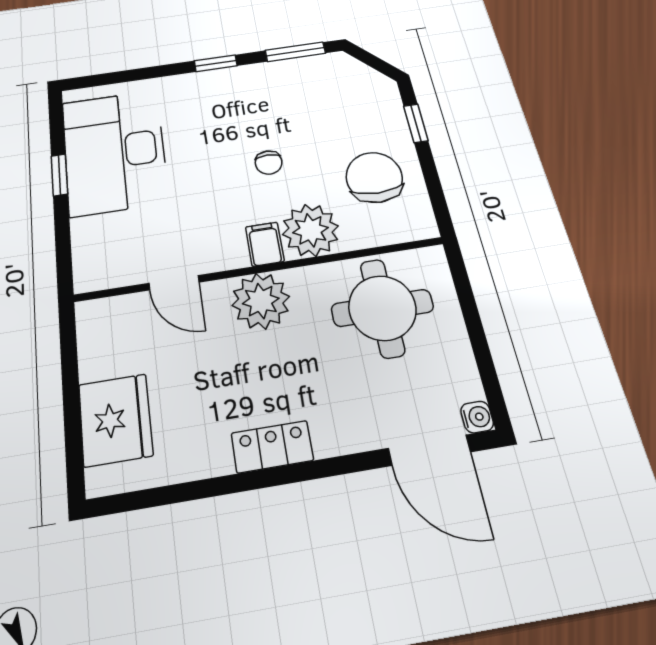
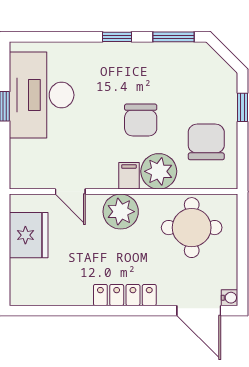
chair: (269, 163) -> (141, 120), width x1.87, depth x1.87
fridge: (115, 420) -> (29, 235), moved
locker: (272, 447) -> (125, 295), width x1.53

